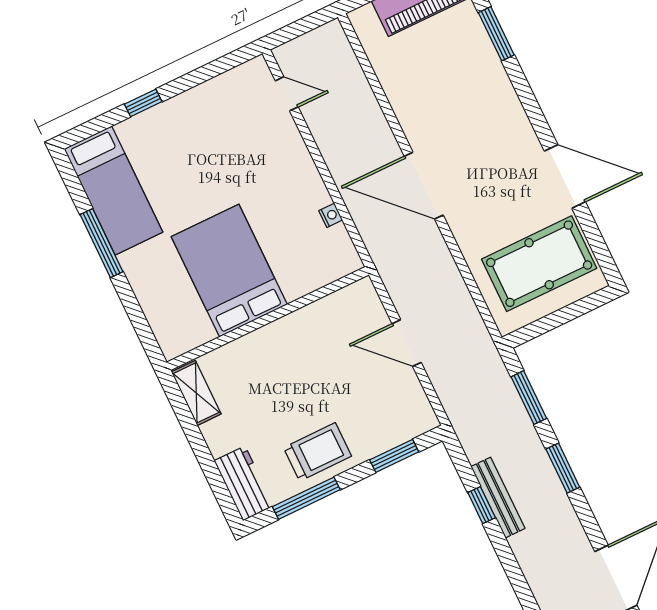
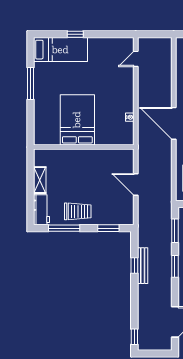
door: (287, 94) -> (136, 59), swing flipped
bed: (113, 190) -> (60, 50), moved, turned -90
shelving: (196, 393) -> (40, 180), moved

